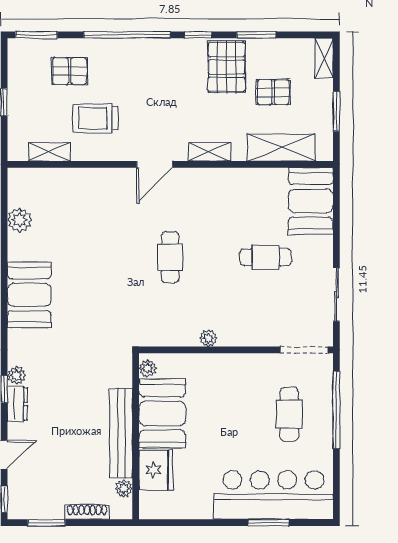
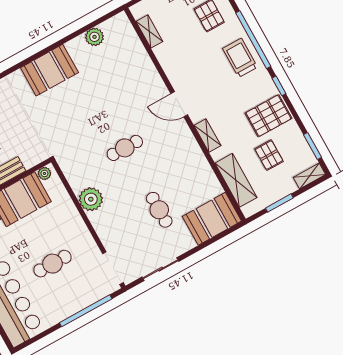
window: (256, 35) -> (312, 146), moved
trolley: (96, 118) -> (240, 58), moved
plant: (208, 338) -> (91, 199), width x1.87, depth x1.87
cafe table: (289, 414) -> (53, 264), moved

